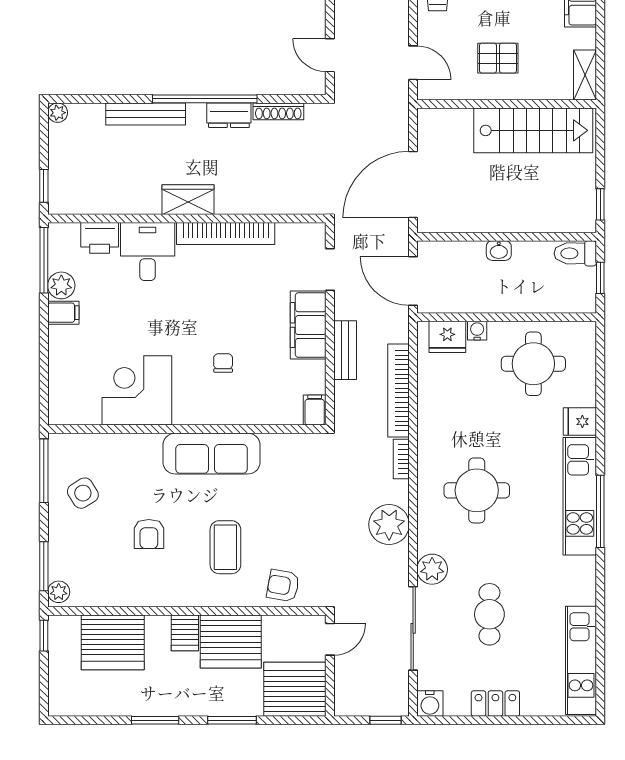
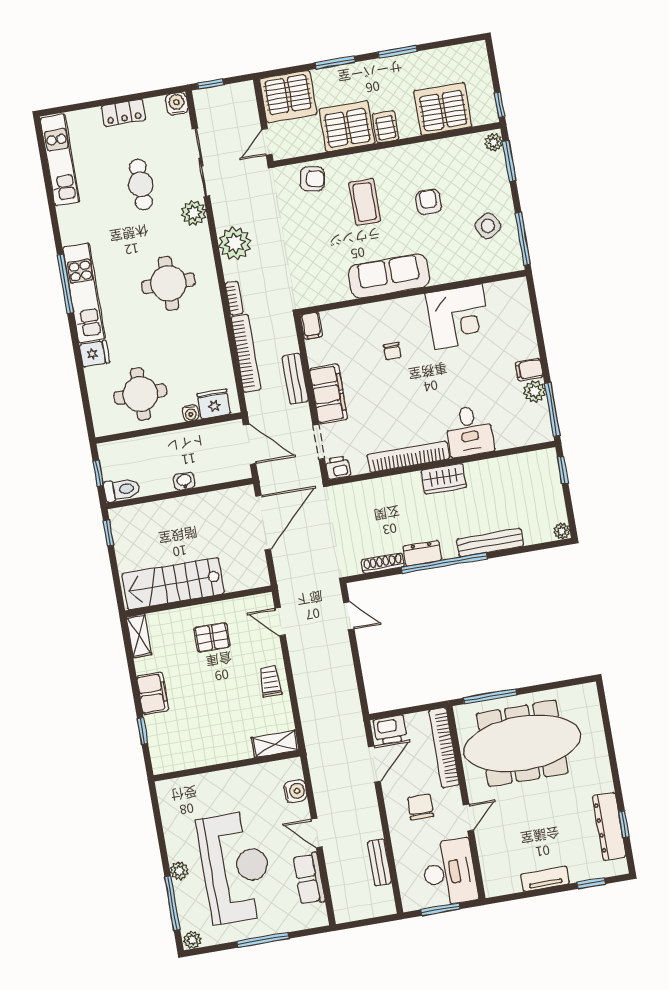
printer: (100, 238) -> (338, 468), moved, width x0.73, depth x0.81

